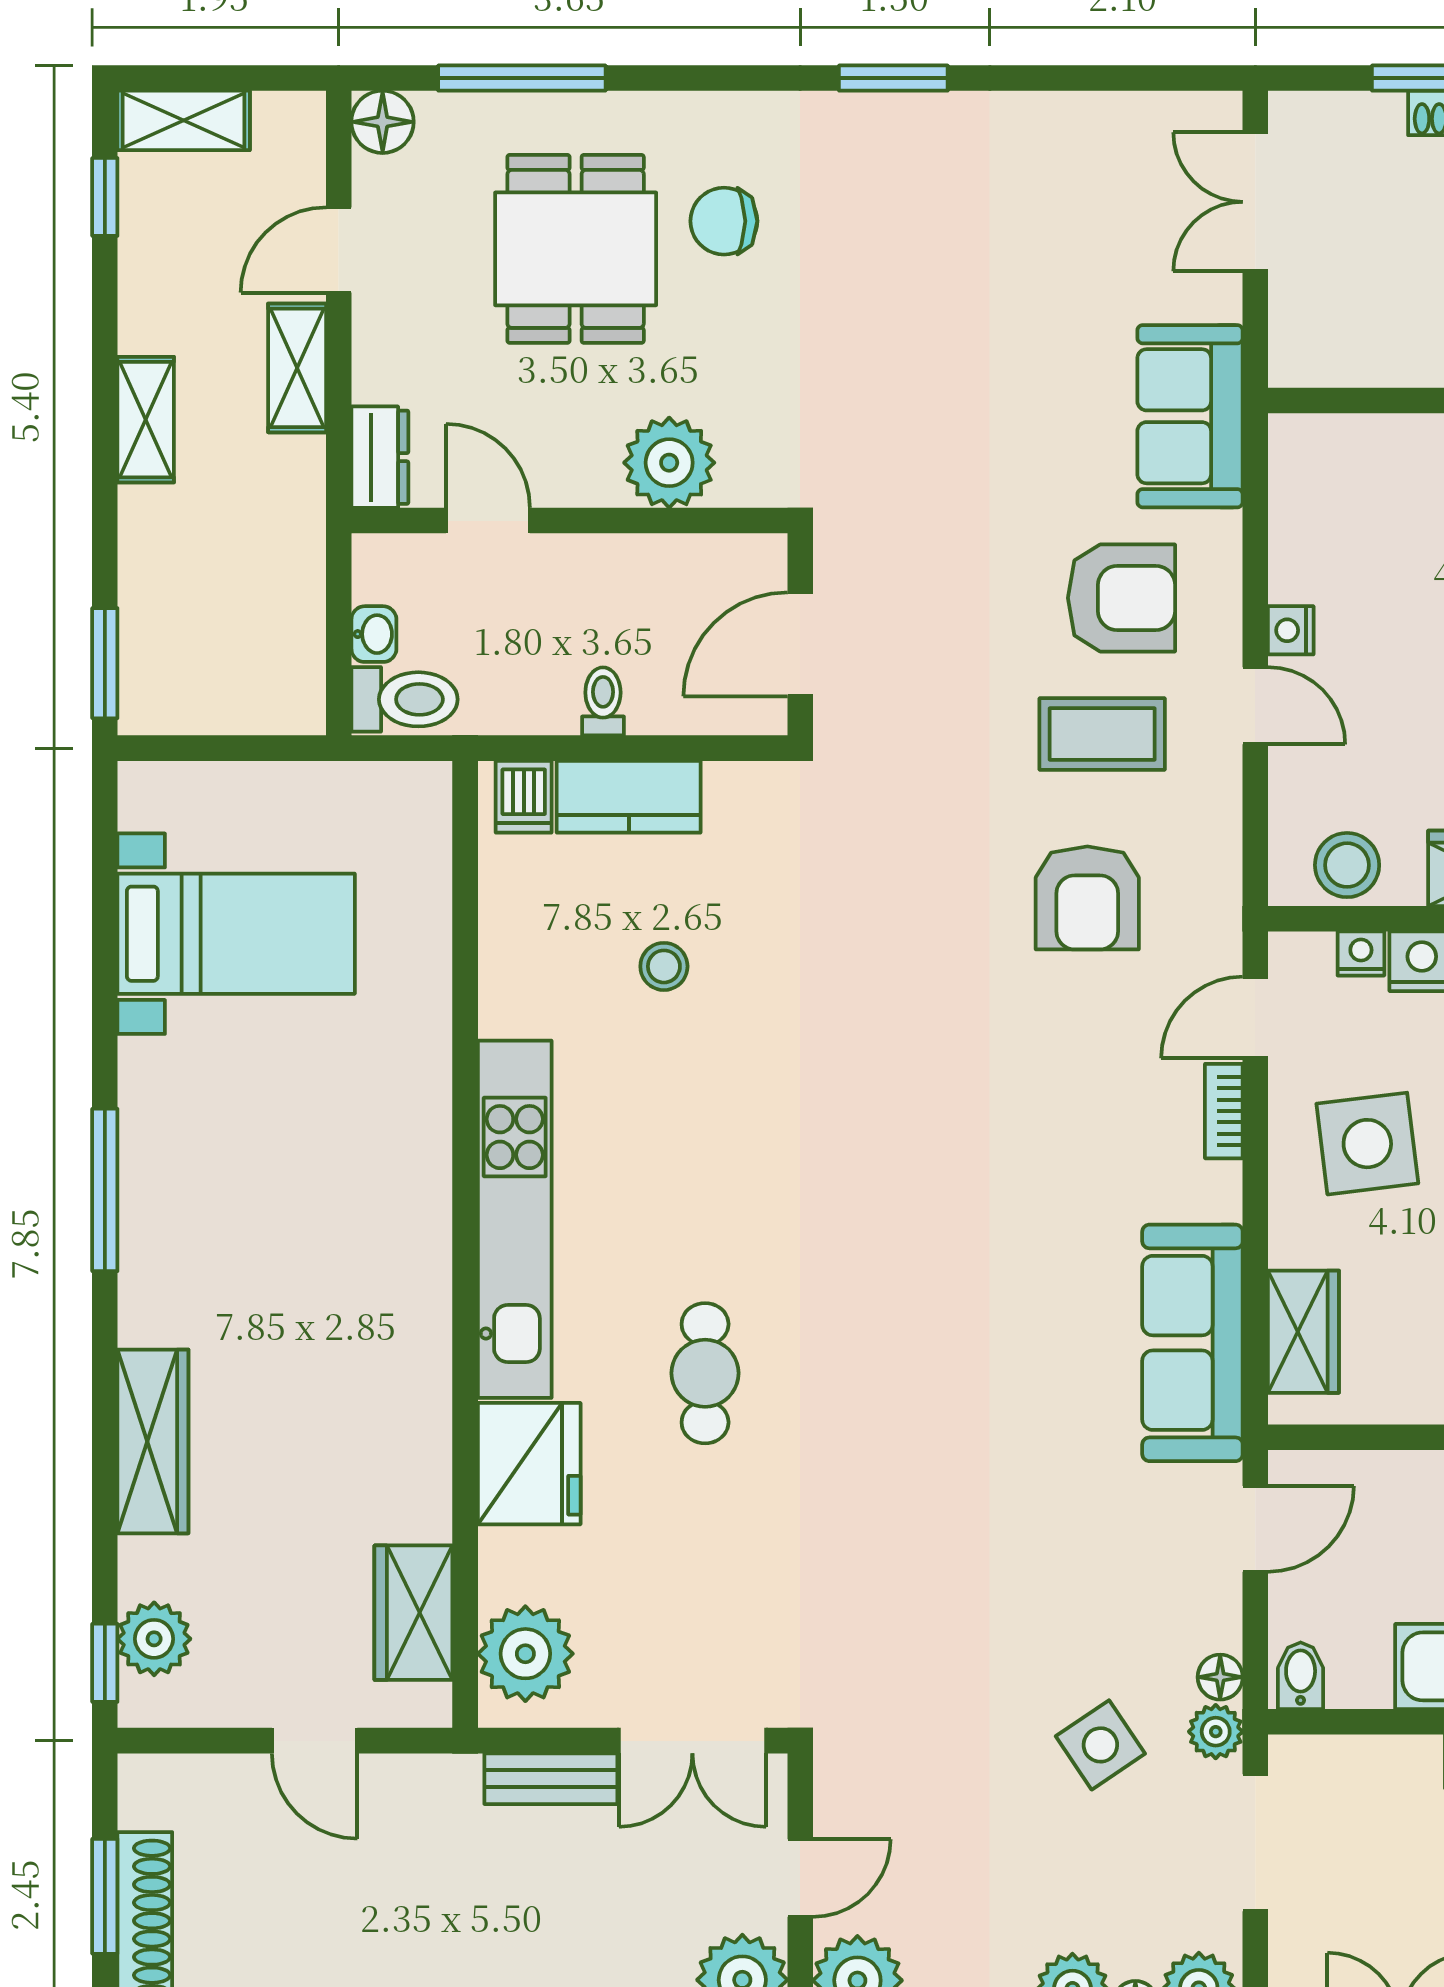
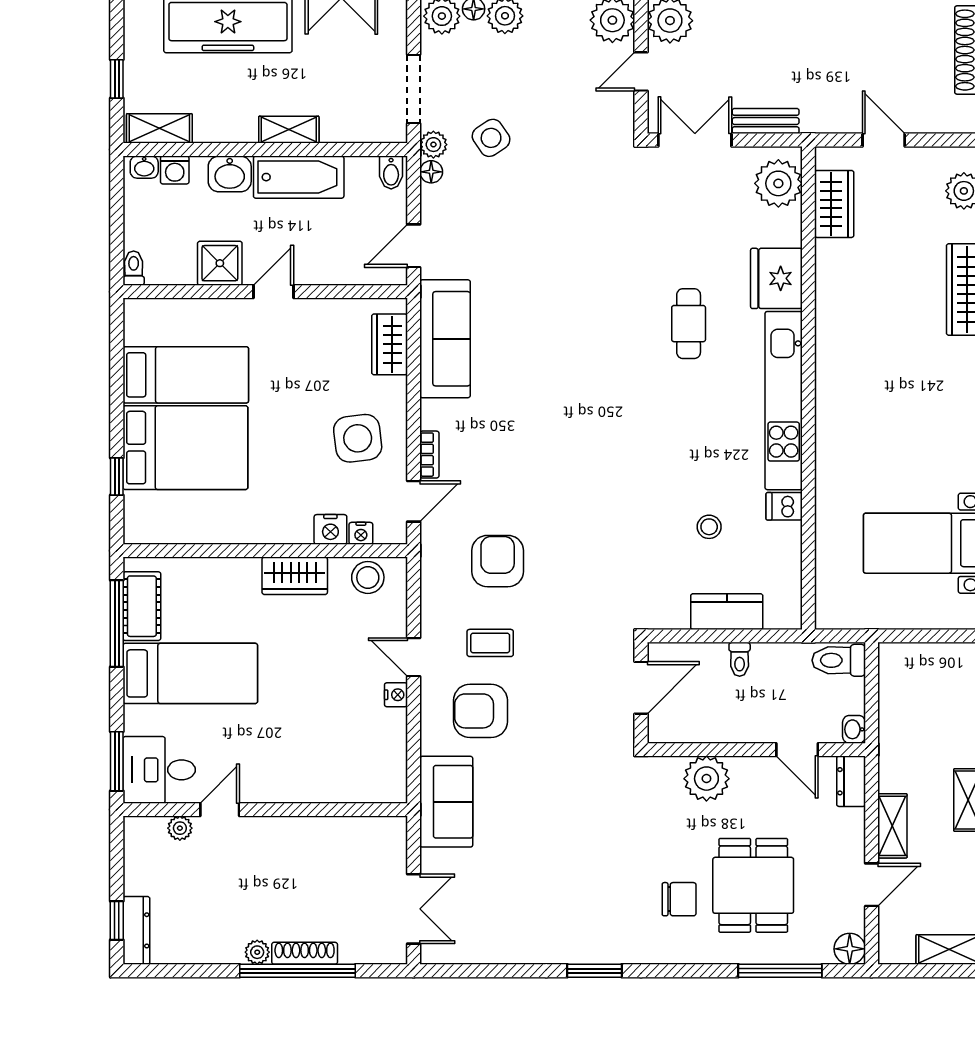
washbasin: (374, 634) -> (854, 729), moved
coffee table: (1102, 734) -> (490, 643), width x0.73, depth x0.77
dishwasher: (524, 797) -> (784, 506), moved, turned -90

